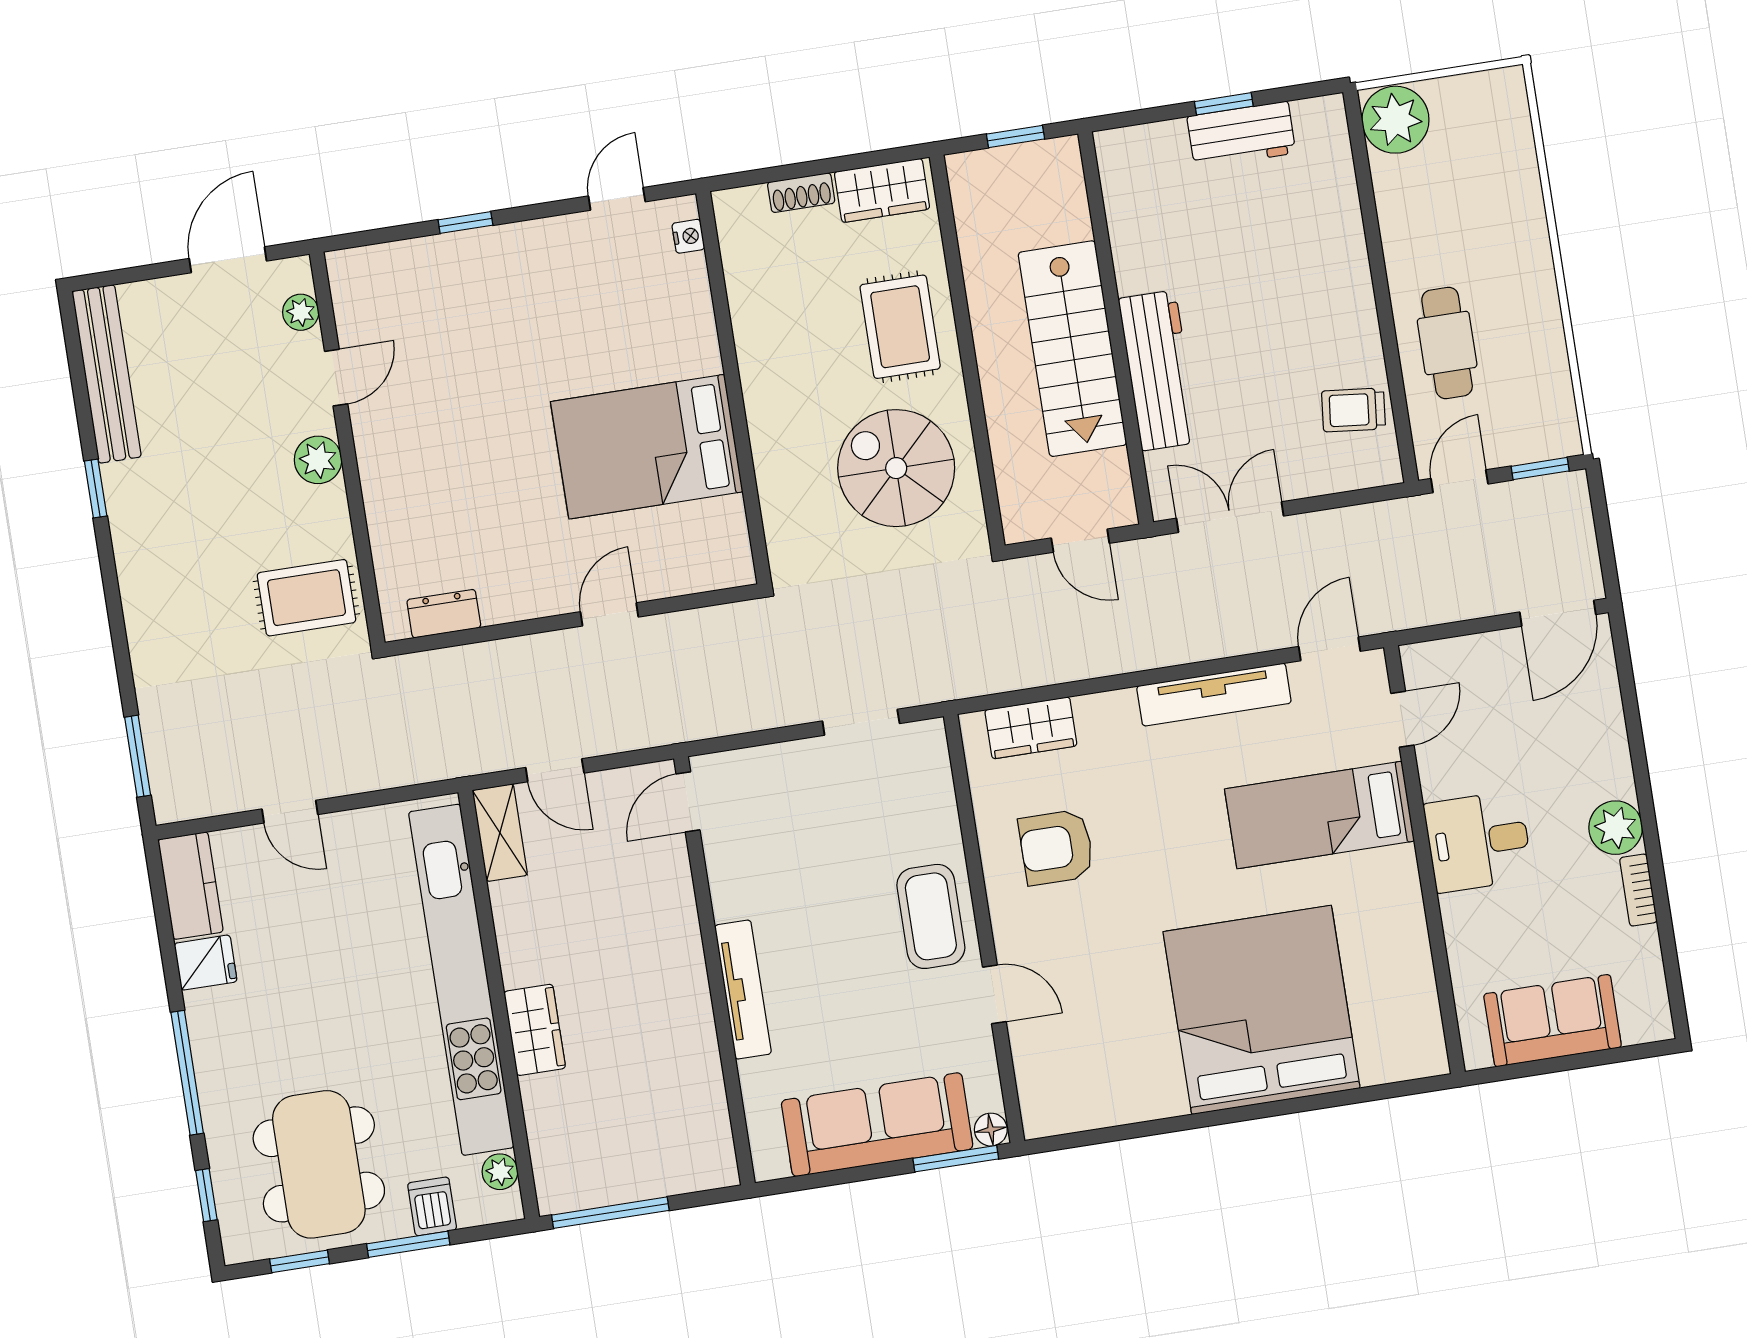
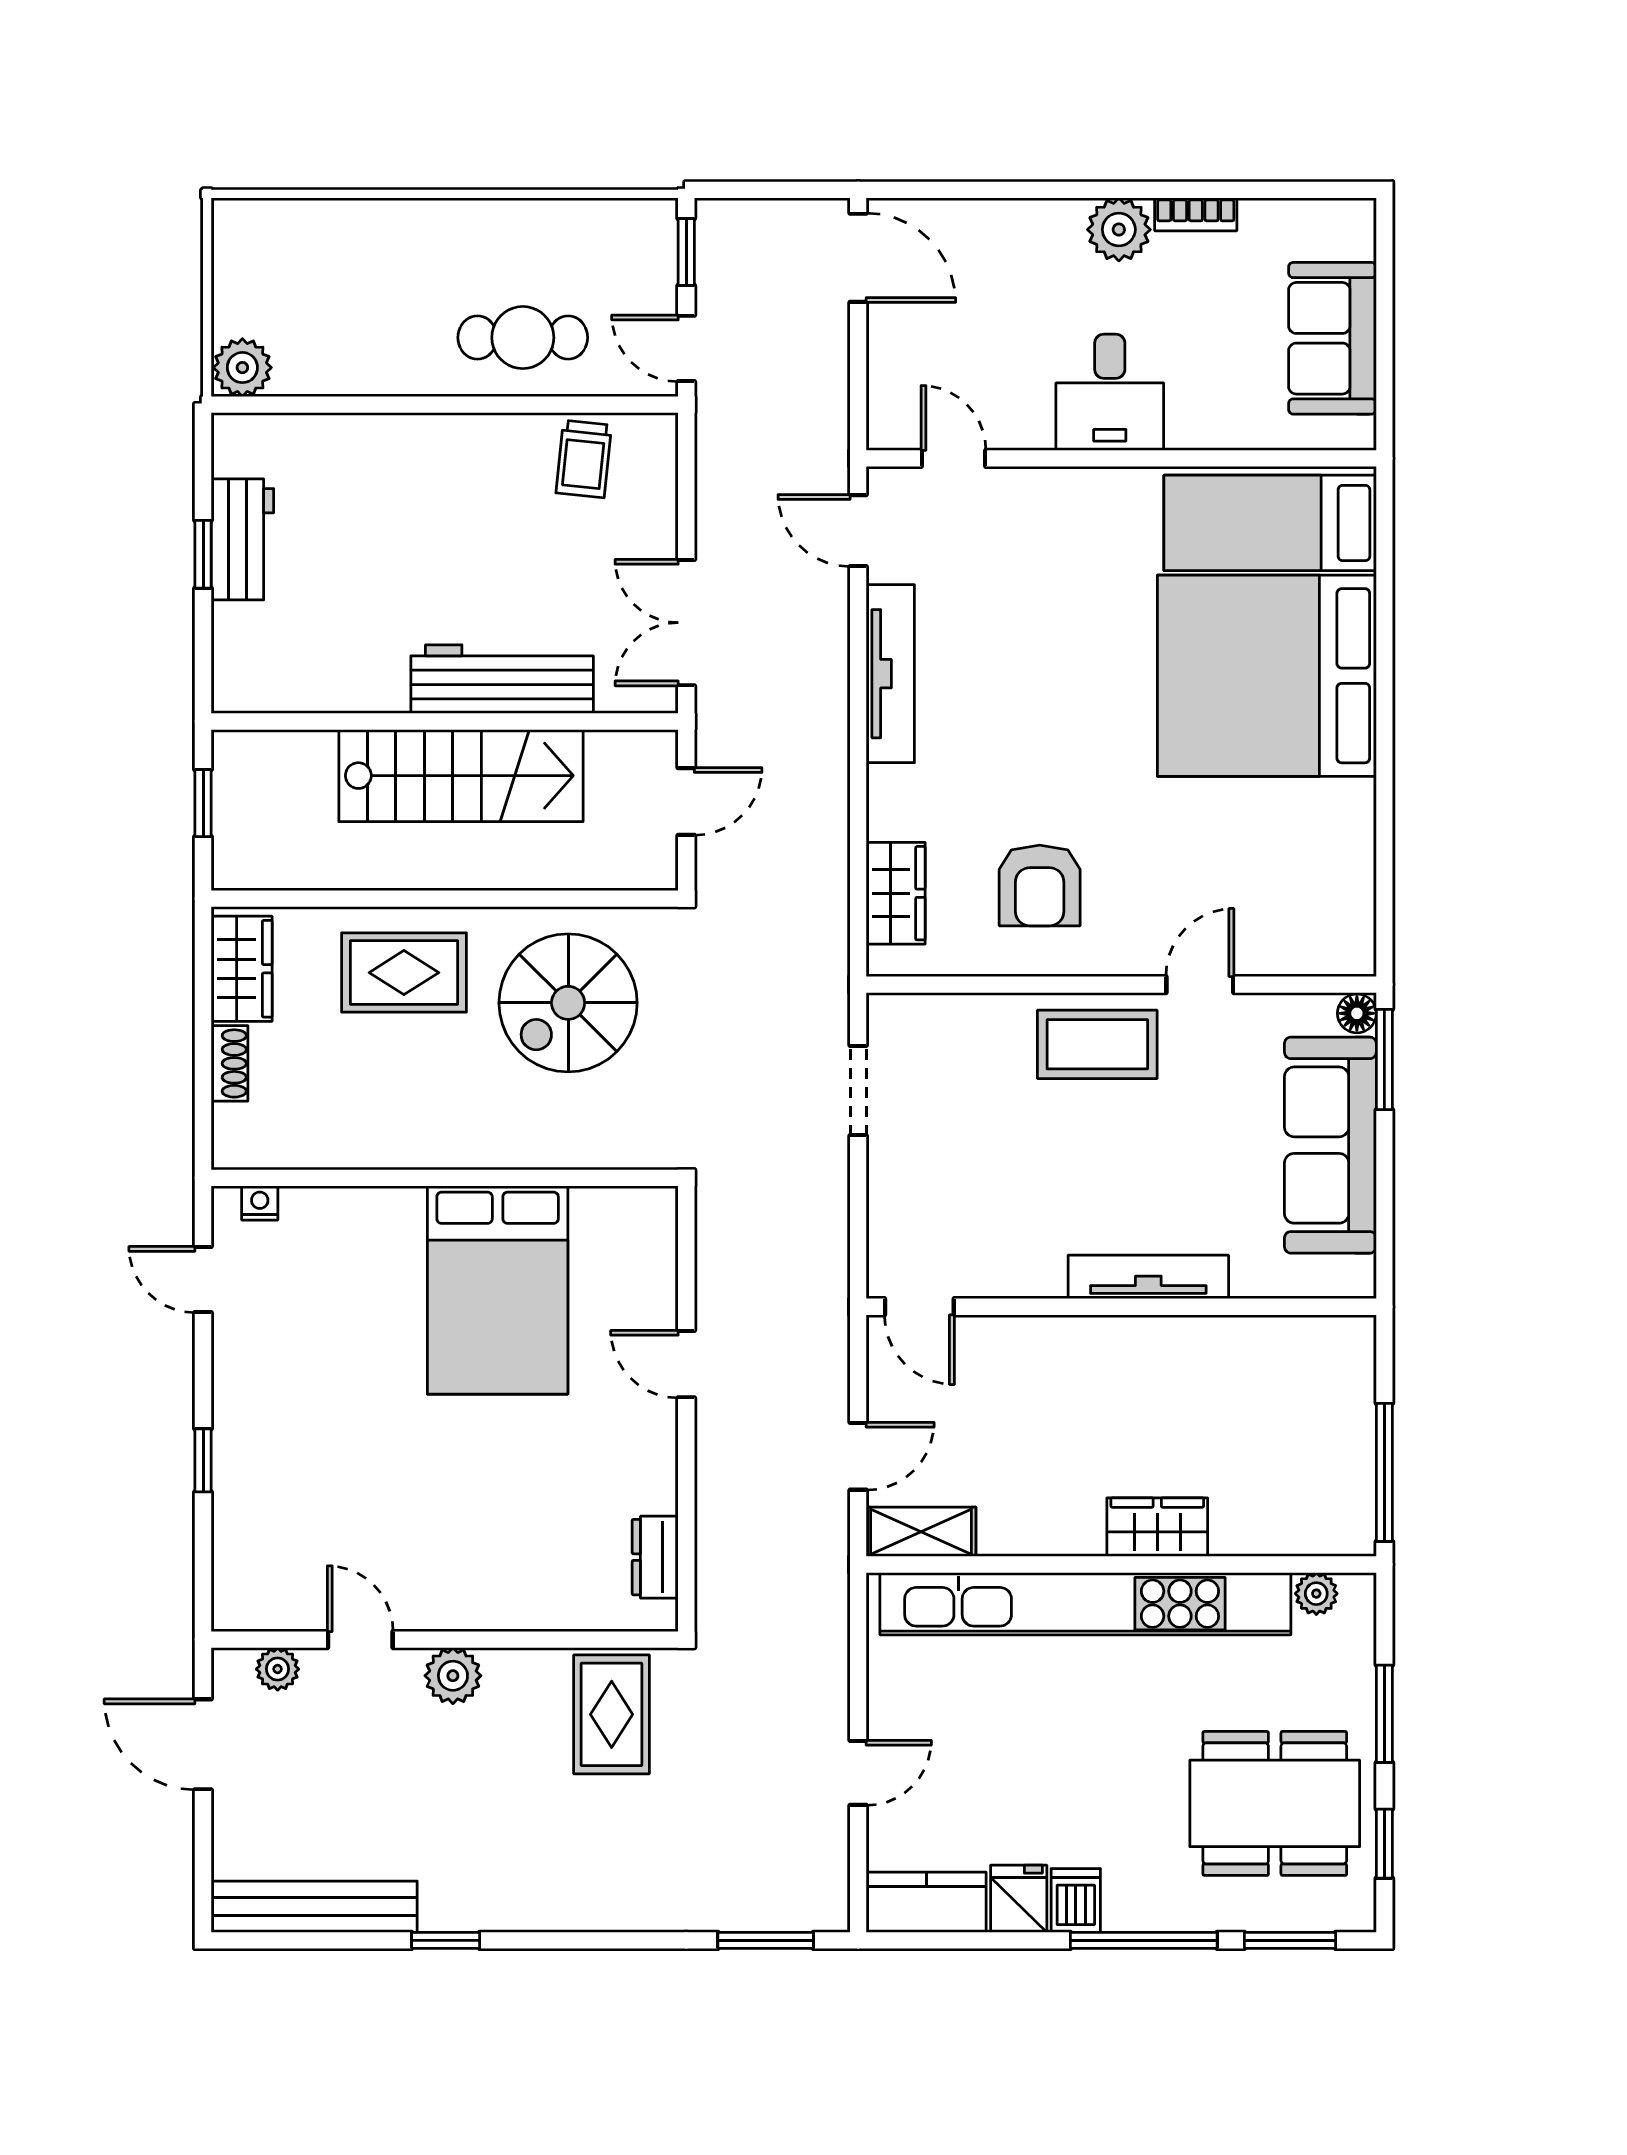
plant: (1395, 120) -> (242, 368), width x0.73, depth x0.73
bed: (1319, 815) -> (1270, 523), moved, turned 90
window: (206, 1195) -> (1290, 1940), width x1.50
dishwasher: (432, 1206) -> (1076, 1900), moved, turned 90

